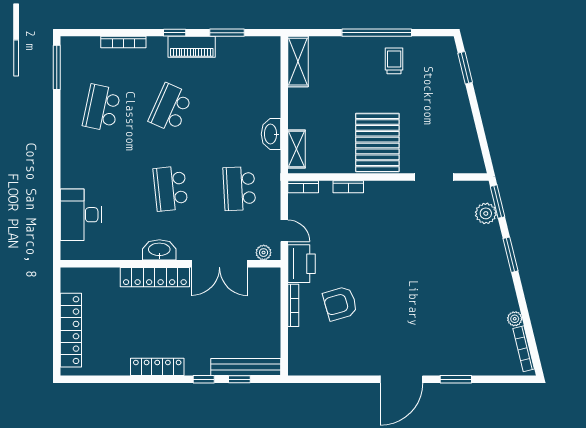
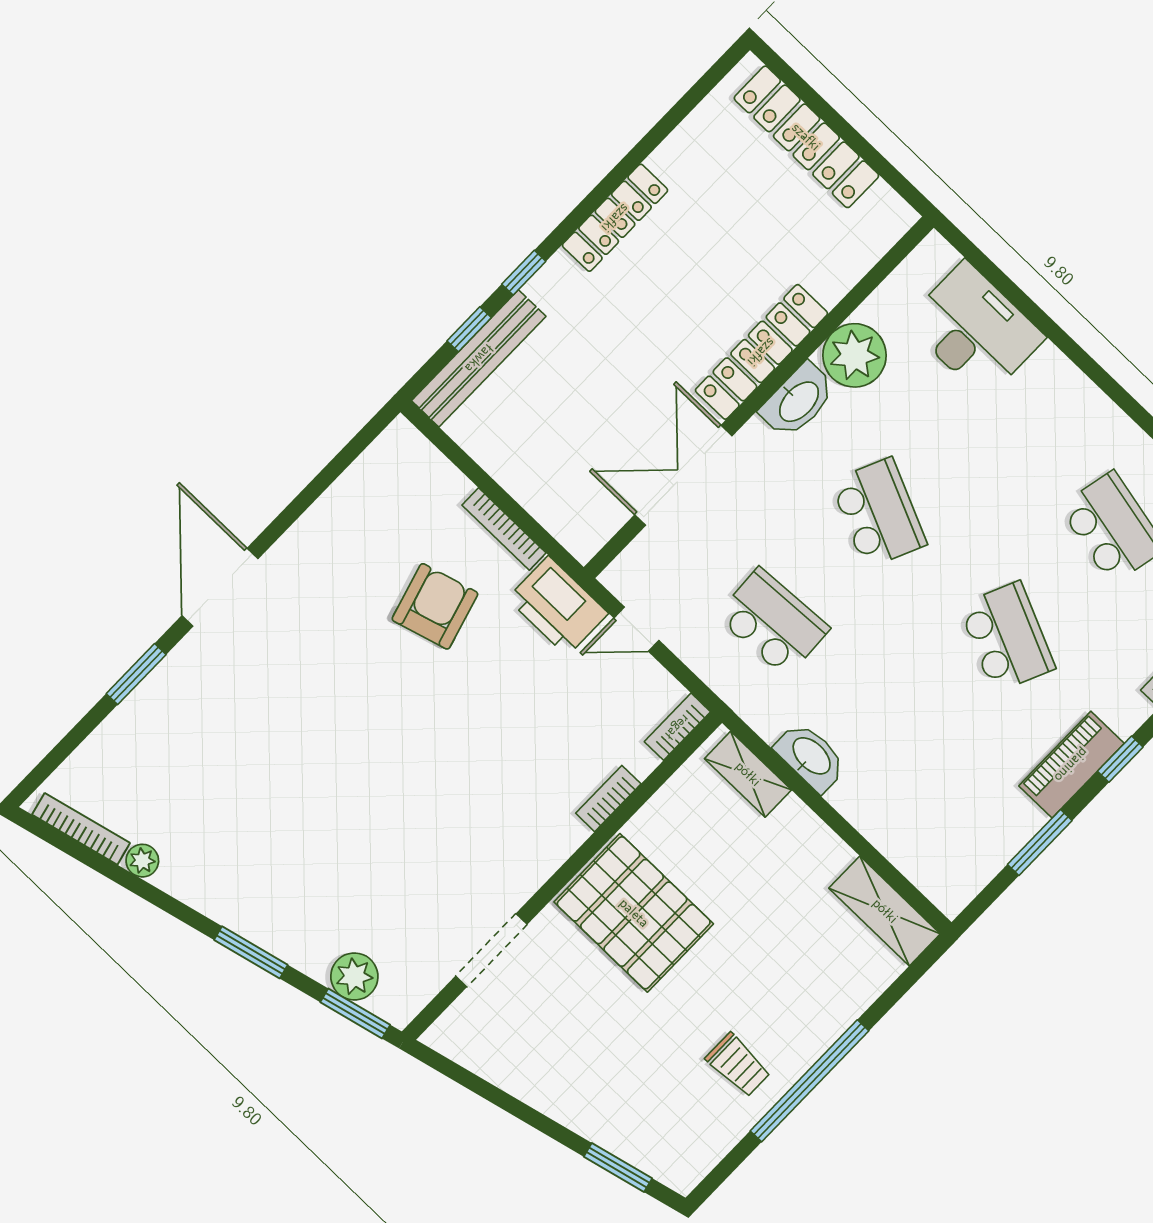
school desk: (170, 189) -> (879, 513), turned 30
plant: (264, 253) -> (854, 355), moved, width x1.88, depth x1.88

